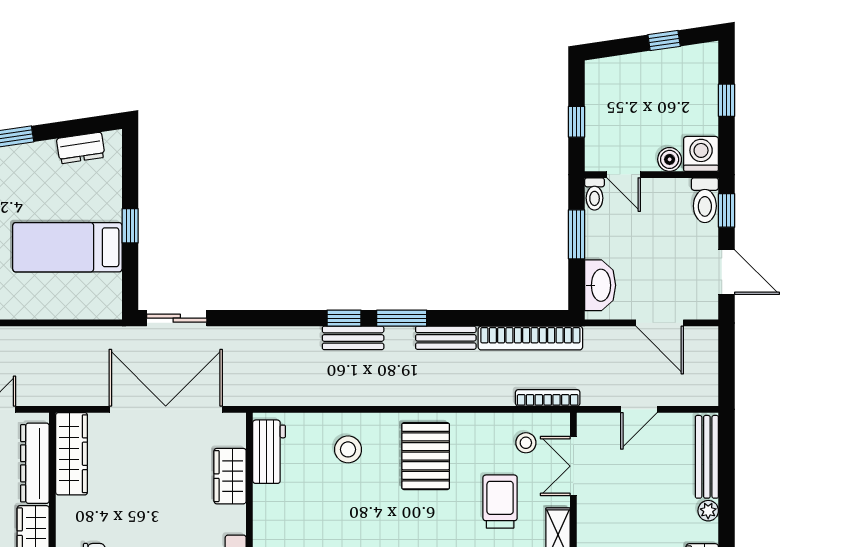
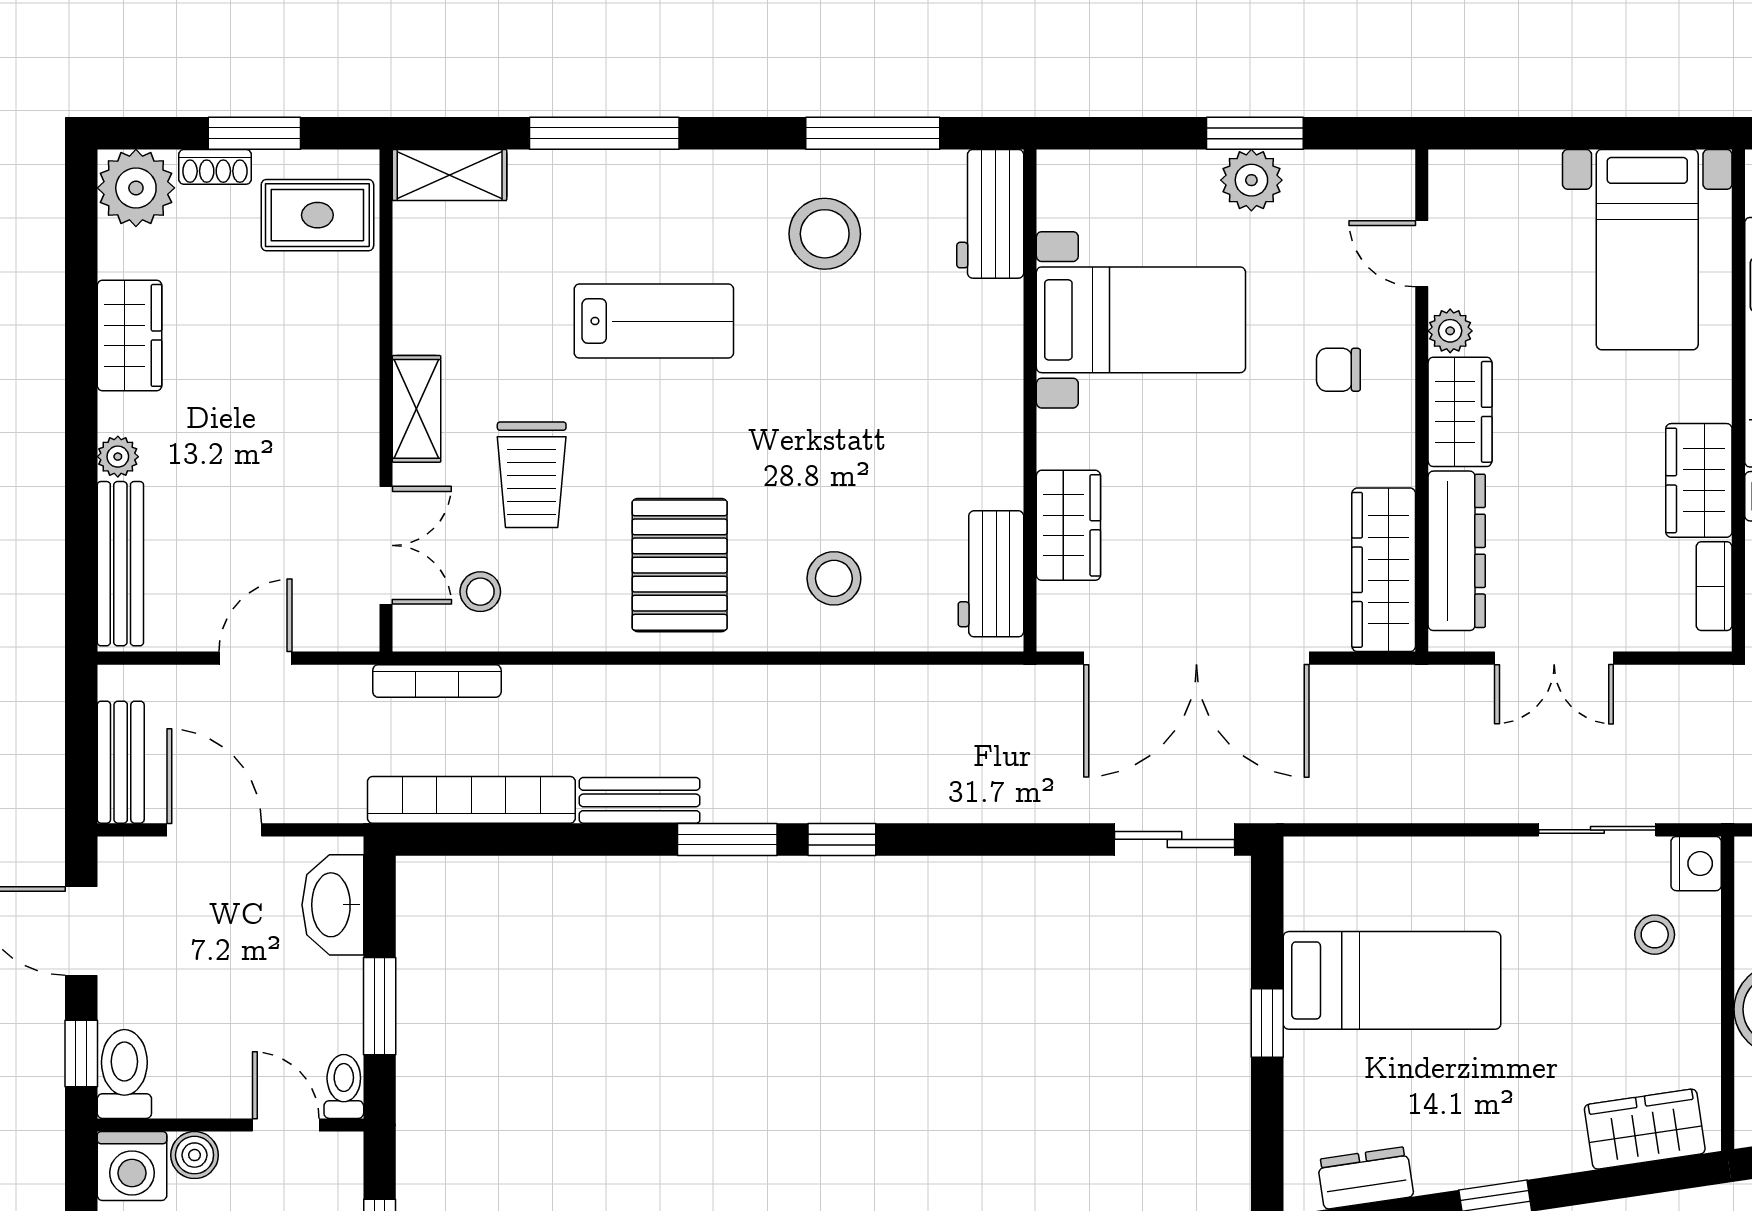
bench: (353, 338) -> (121, 762), moved, turned 90

